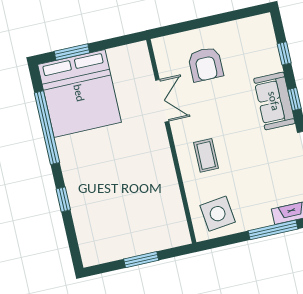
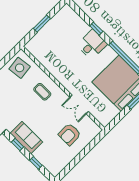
armchair: (206, 64) -> (70, 134), turned -90
desk: (85, 180) -> (92, 44), added

